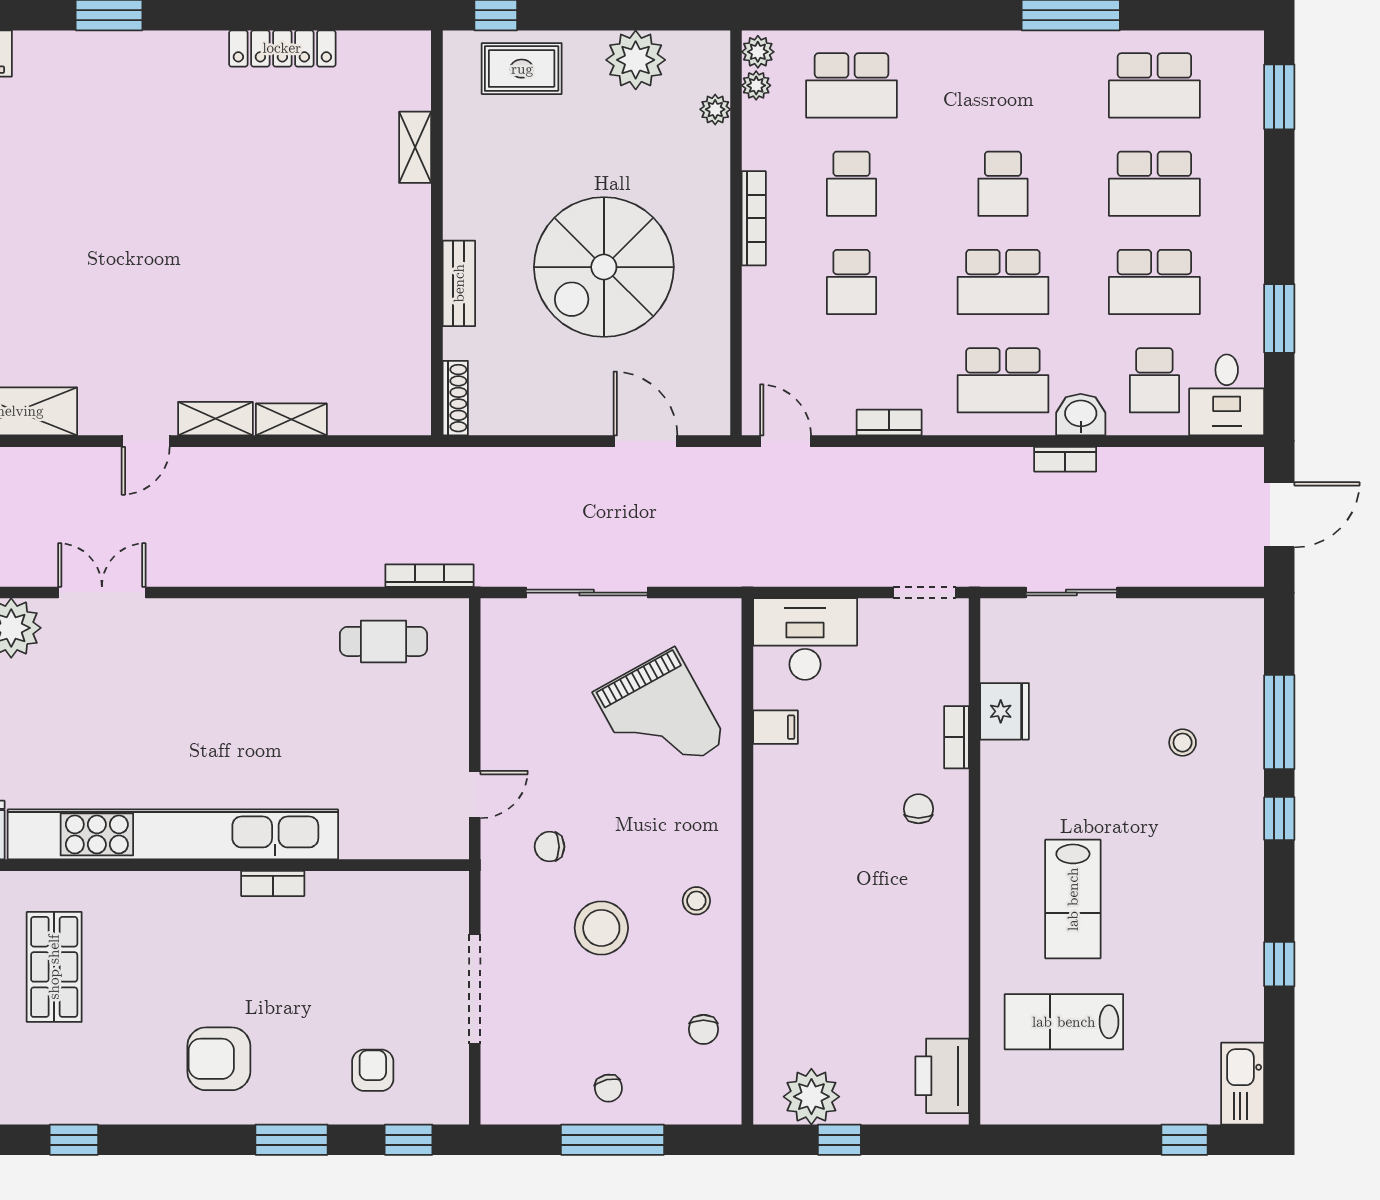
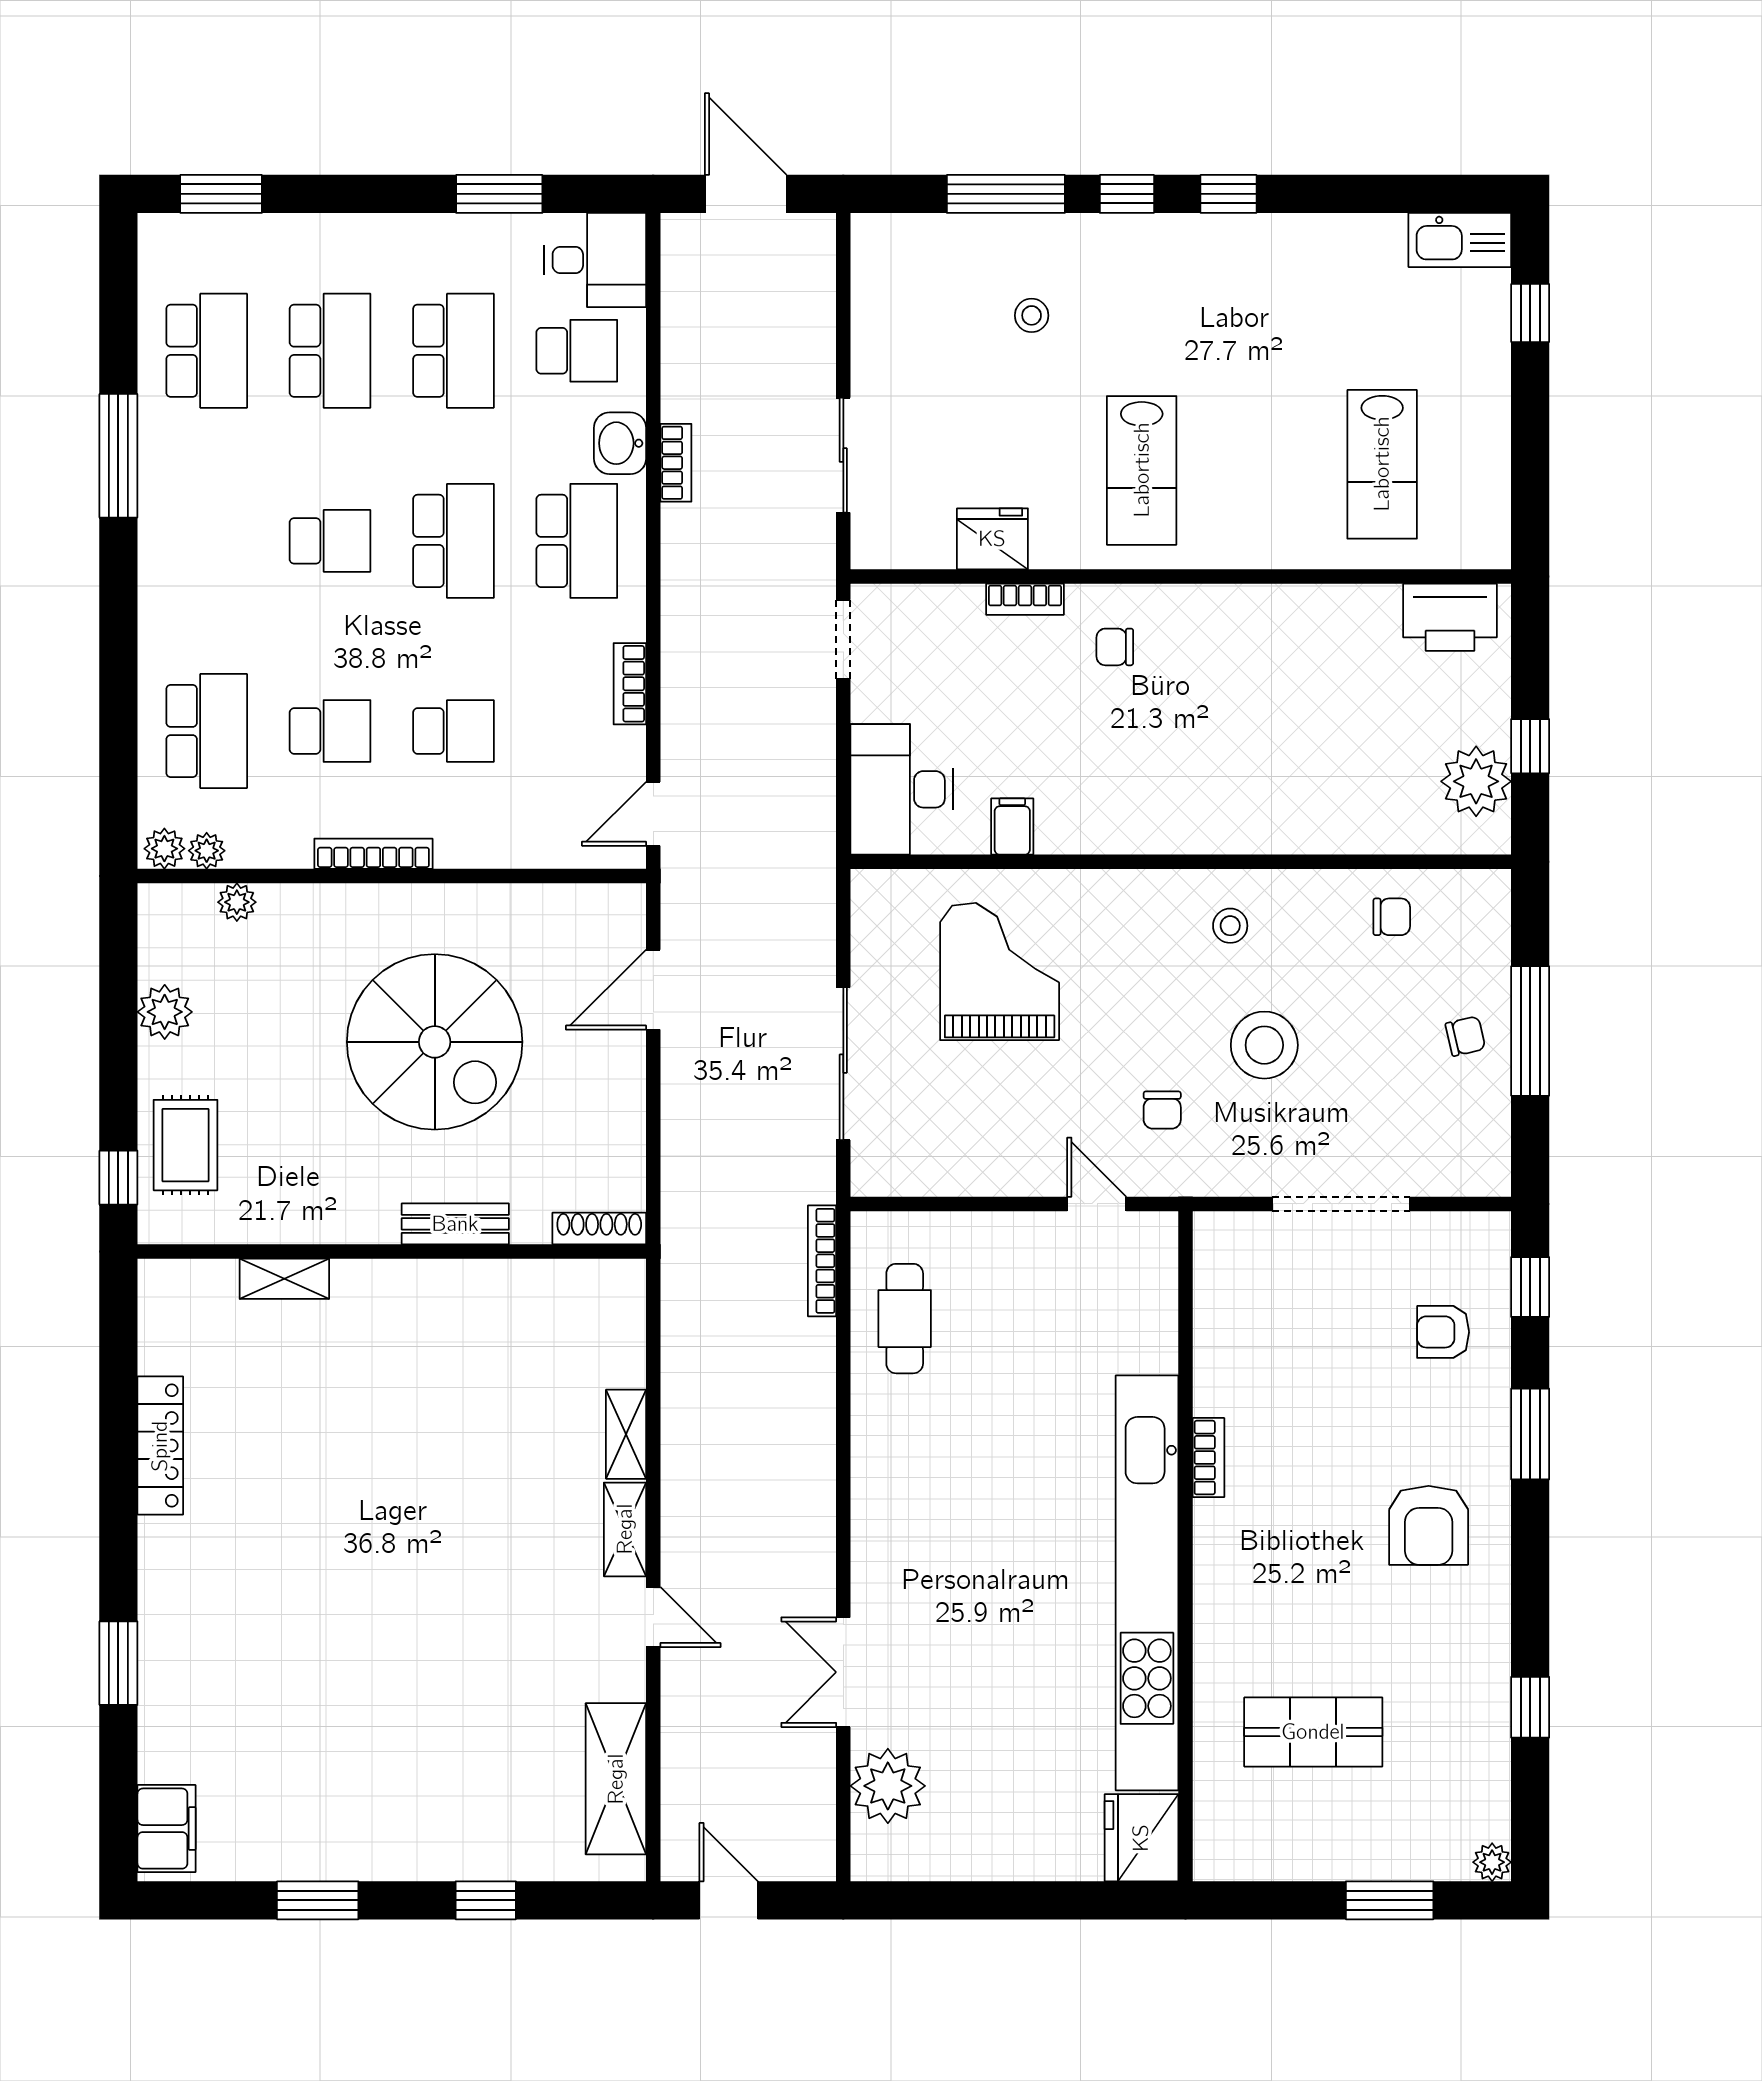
plant: (636, 60) -> (165, 1012), width x0.73, depth x0.73
grand piano: (660, 717) -> (1000, 972), turned -61
lab bench: (1073, 899) -> (1142, 470), moved, turned 90
window: (1279, 964) -> (1228, 194), moved

